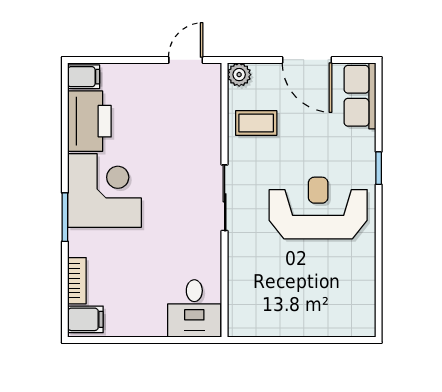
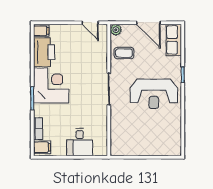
door: (186, 60) -> (90, 23), swing flipped
reception desk: (318, 208) -> (154, 94), turned 180
desk: (194, 308) -> (80, 142), moved

